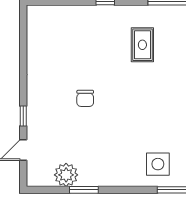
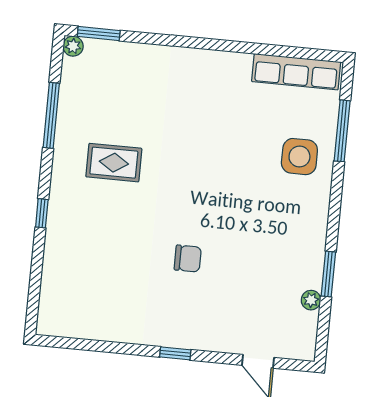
window: (23, 116) -> (175, 353), moved
plant: (66, 175) -> (311, 300), width x0.53, depth x0.53

